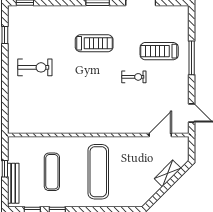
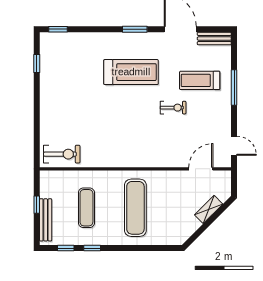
bench: (173, 11) -> (214, 39), added
treadmill: (94, 43) -> (131, 72), width x1.37, depth x1.38
exercise bike: (35, 67) -> (62, 154), moved

